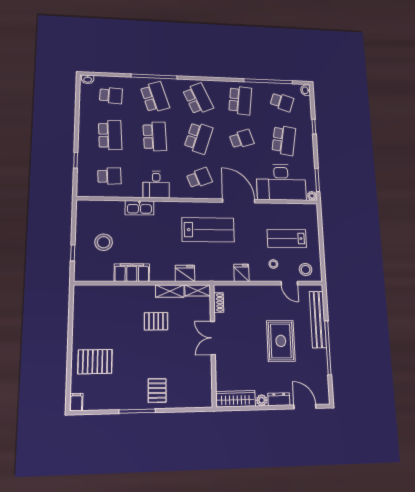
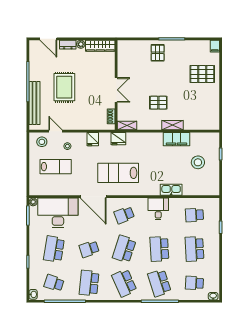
fridge: (185, 273) -> (118, 139), moved
shelving: (170, 291) -> (172, 125), moved

